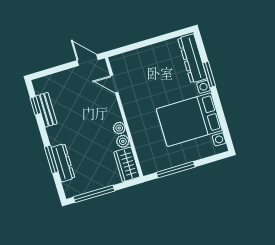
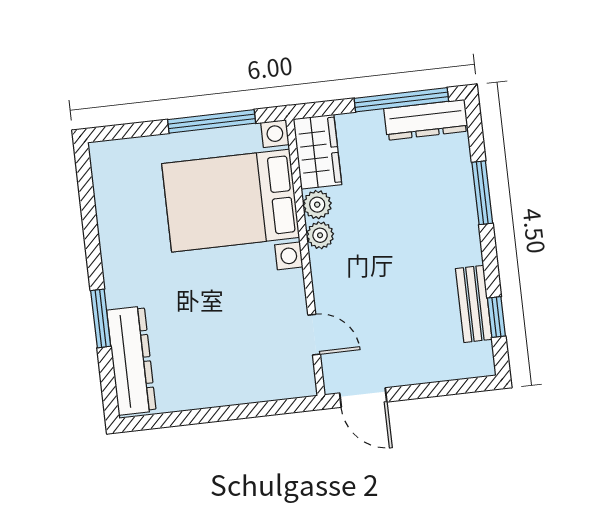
bed with nightstands: (189, 120) -> (231, 201), moved, turned 180
dresser: (63, 163) -> (426, 120), moved, turned -90

